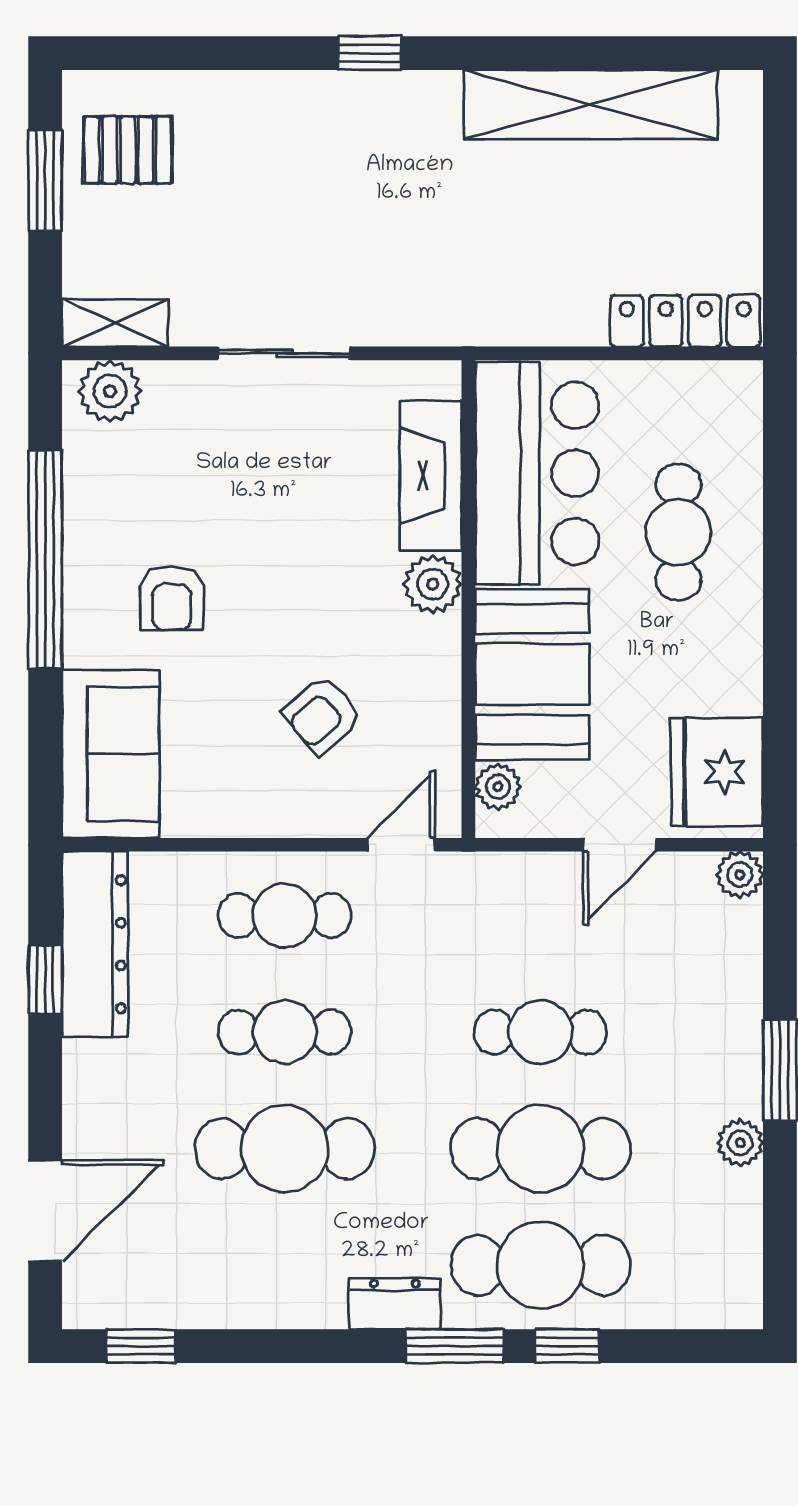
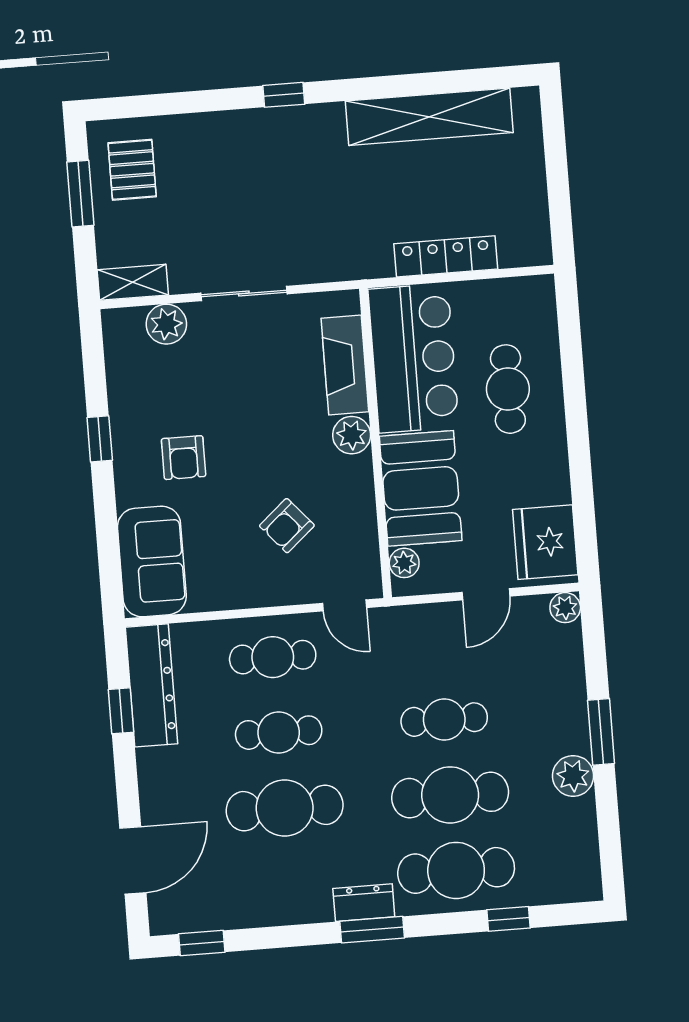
pallet: (128, 150) -> (132, 170), turned 90
locker: (685, 321) -> (446, 256), moved
plant: (110, 391) -> (166, 324), moved
window: (45, 559) -> (100, 439), width x0.32
door: (401, 845) -> (345, 605), swing flipped
plant: (740, 1143) -> (573, 776), width x1.38, depth x1.38
window: (455, 1346) -> (372, 930), moved
window: (567, 1346) -> (509, 919), moved

